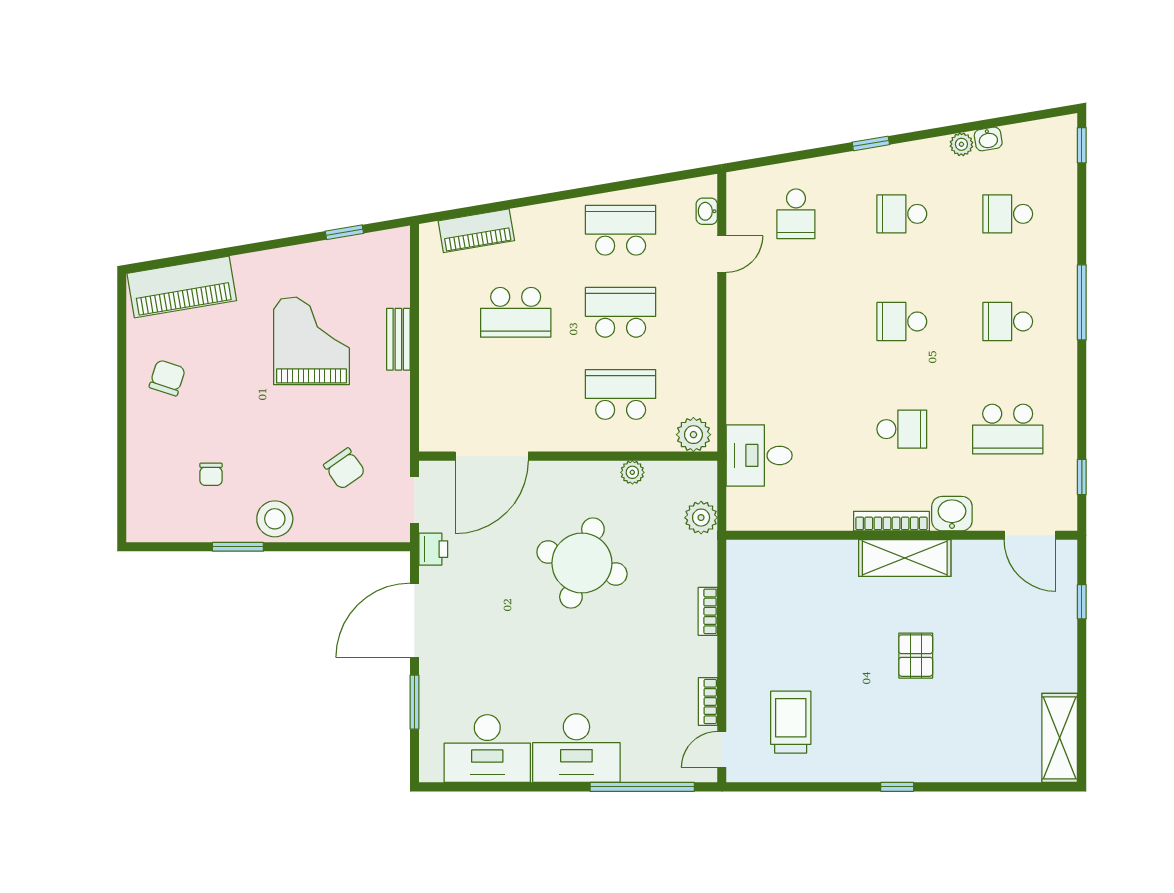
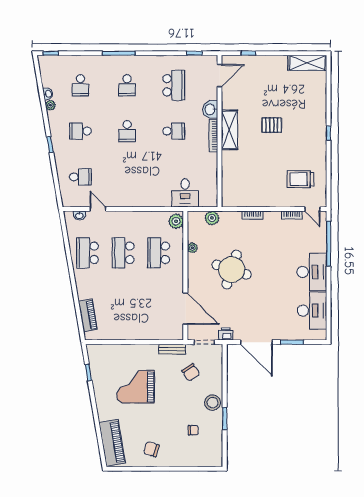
school desk: (902, 214) -> (80, 131), turned 90
school desk: (516, 312) -> (123, 298), removed
bench: (398, 339) -> (172, 349), moved
school desk: (902, 429) -> (174, 131), turned 90
chair: (344, 469) -> (191, 372), turned 91

